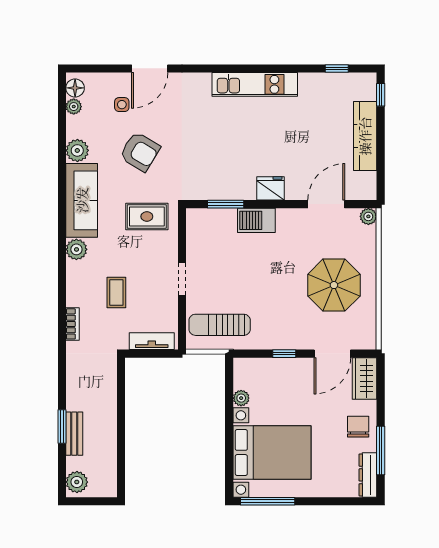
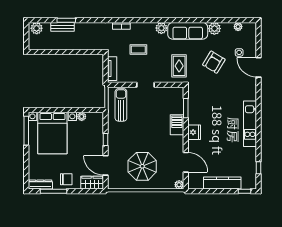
floor lamp: (75, 88) -> (248, 27), removed

